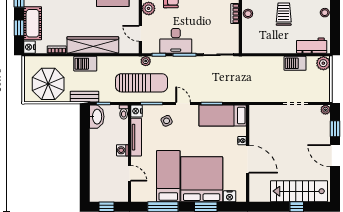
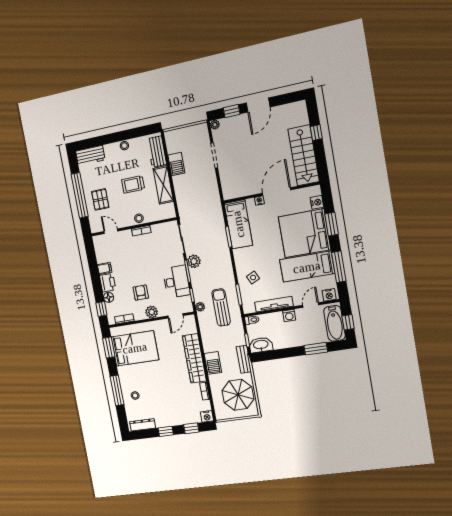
cot: (33, 23) -> (185, 416), removed
shelving: (277, 46) -> (163, 185), added
plant: (323, 63) -> (194, 261), moved
sun lounger: (142, 83) -> (221, 307), width x0.73, depth x0.75
door: (183, 103) -> (234, 265), removed
nightstand: (137, 111) -> (329, 295), moved
window: (85, 171) -> (316, 349), added
stairs: (299, 191) -> (304, 155), moved
bathtub: (107, 193) -> (335, 323), added

